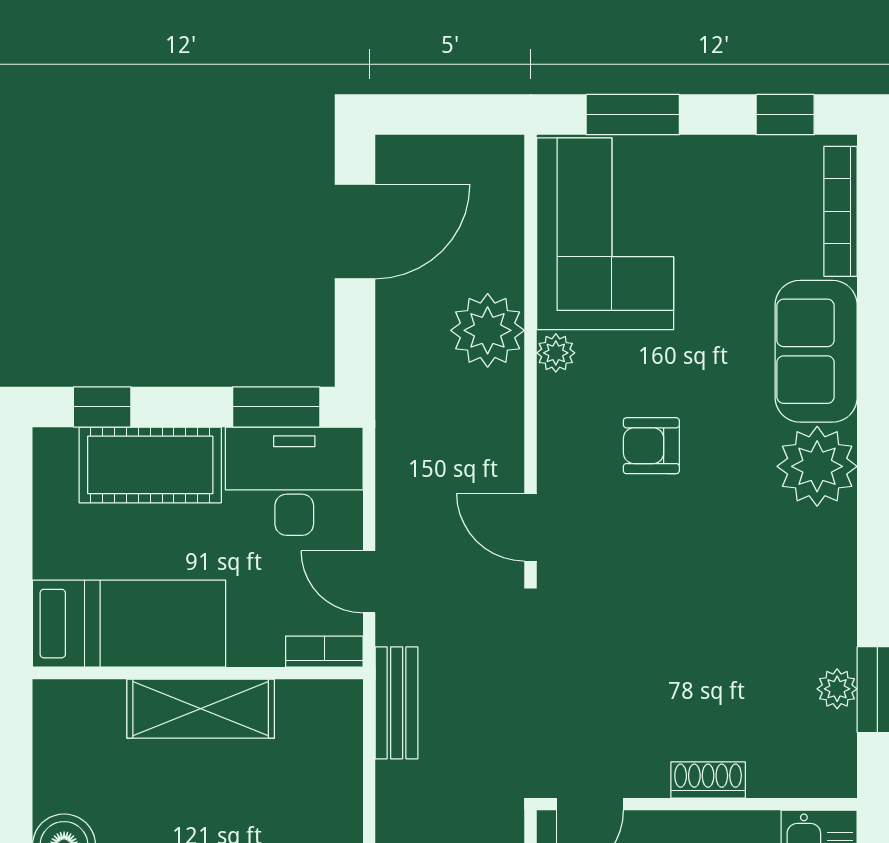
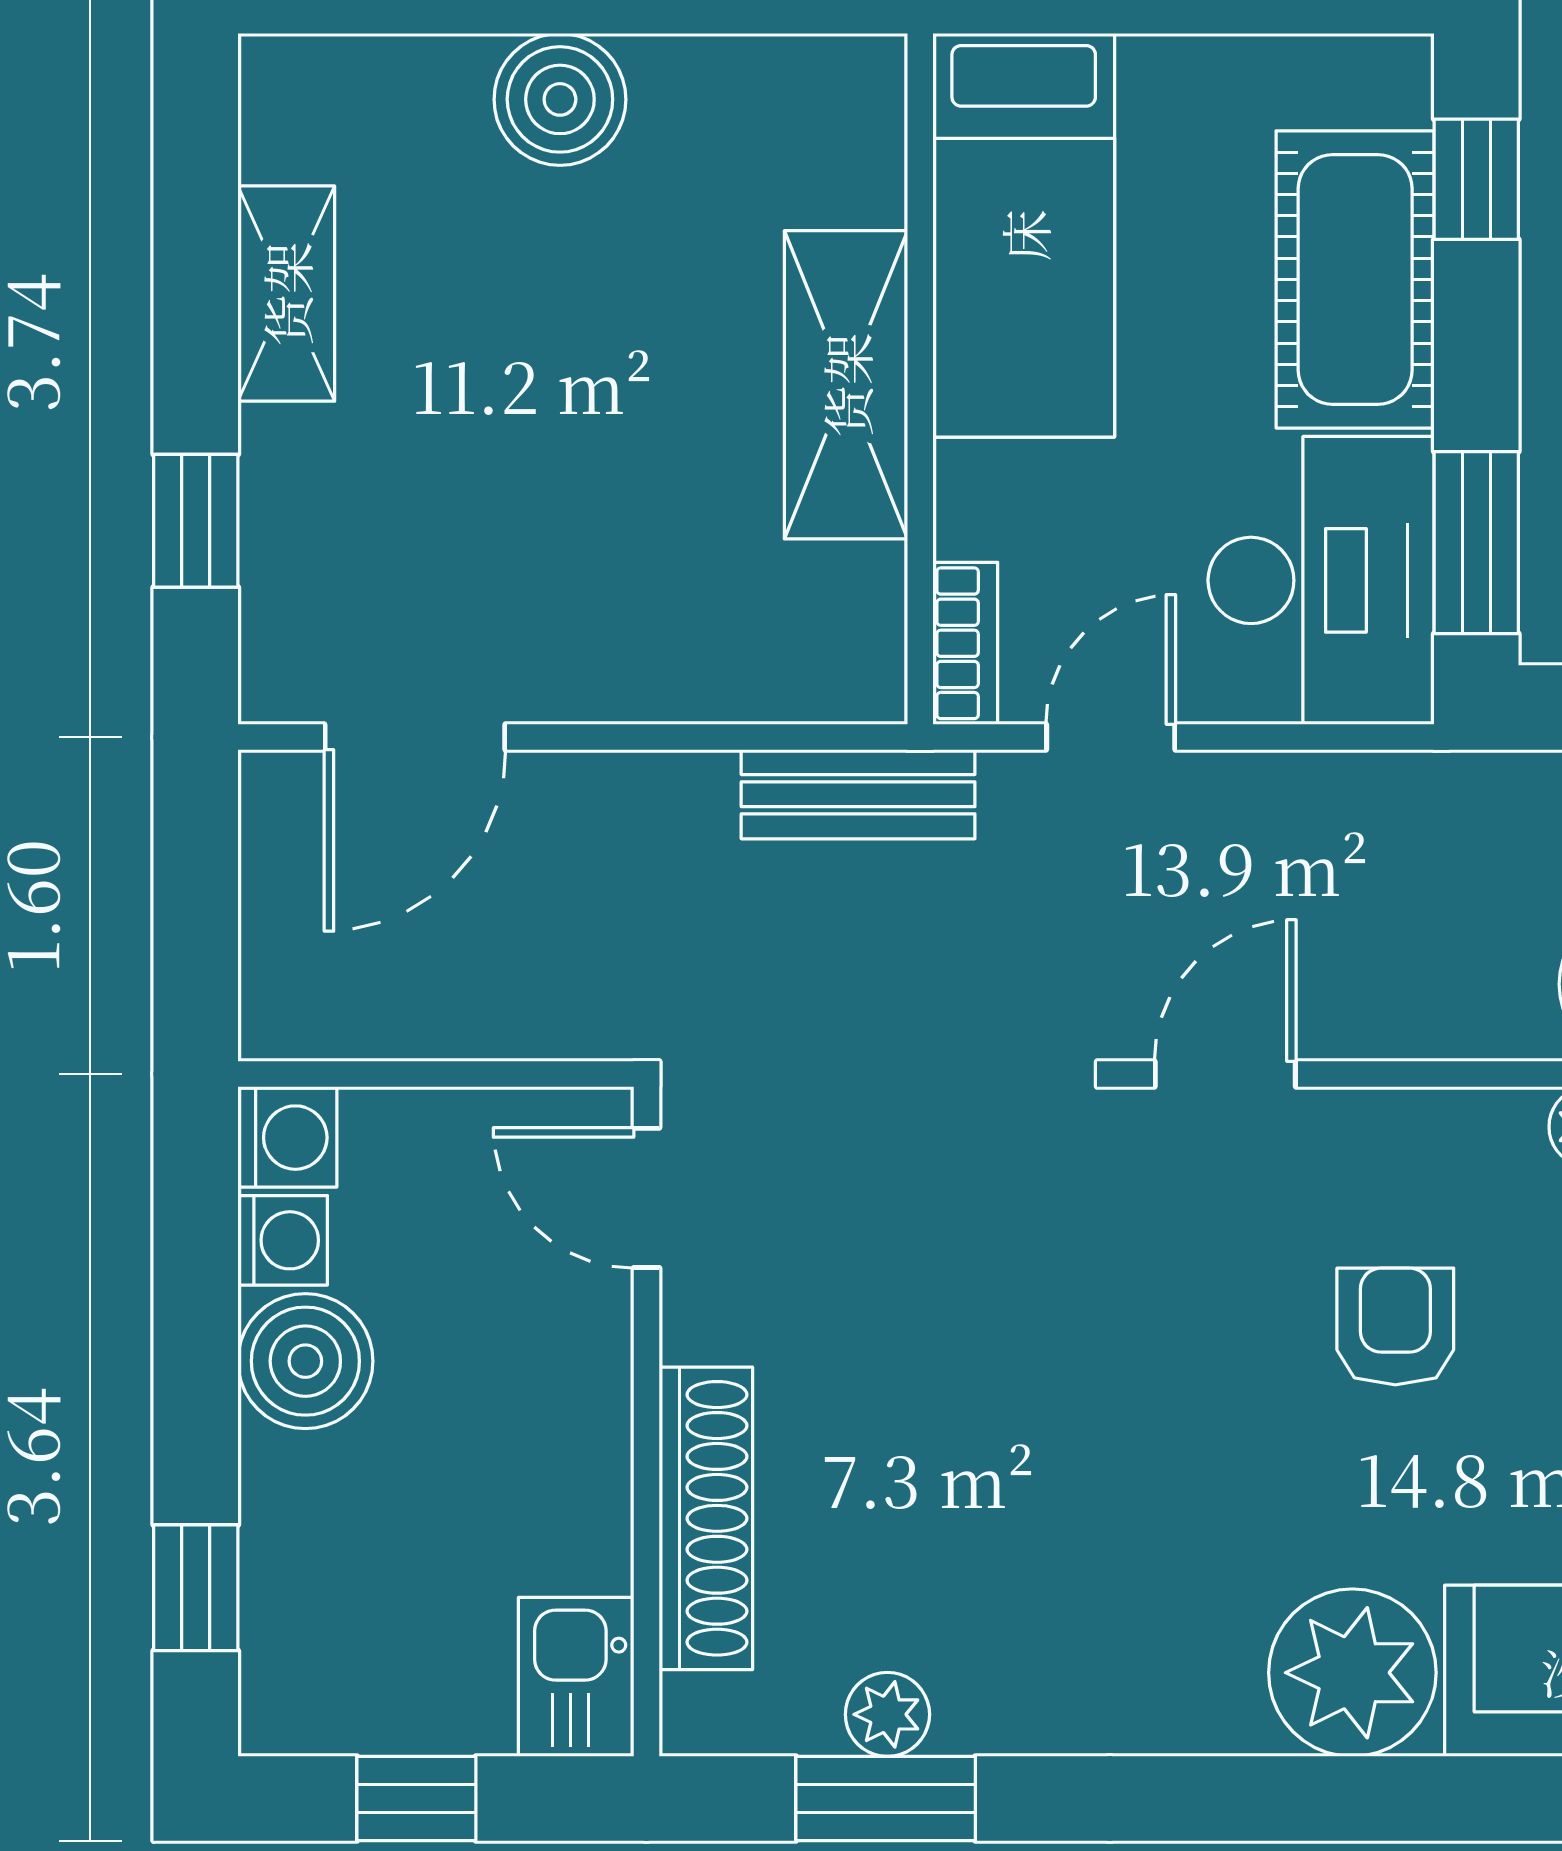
shoe rack: (708, 780) -> (706, 1518), width x1.94, depth x1.24

